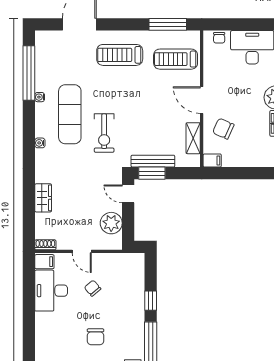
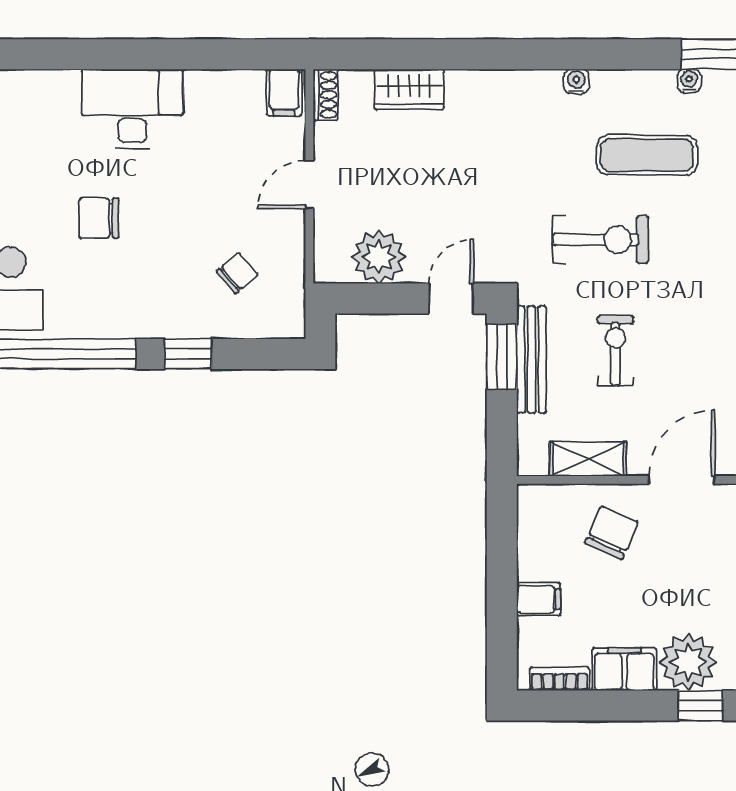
exercise mat: (70, 114) -> (647, 155), width x0.73, depth x0.69
exercise bike: (149, 127) -> (615, 351), added
exercise bike: (104, 133) -> (600, 239), turned 180
filing cabinet: (212, 160) -> (539, 599), moved, turned -90
wardrobe: (43, 198) -> (409, 89), moved
chair: (93, 288) -> (237, 273), moved
desk: (51, 291) -> (132, 109), moved

